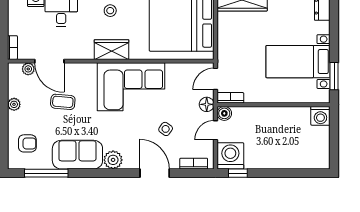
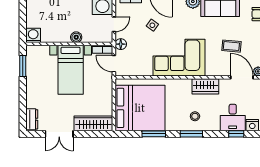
wardrobe: (112, 50) -> (205, 86), moved
bed with nightstands: (298, 62) -> (71, 70), moved, turned 90
door: (216, 79) -> (114, 64), swing flipped
boiler: (224, 113) -> (76, 37), moved

